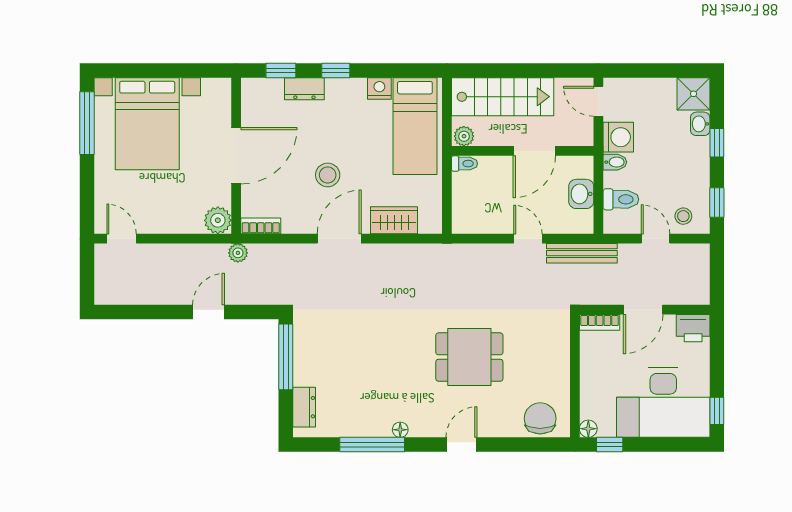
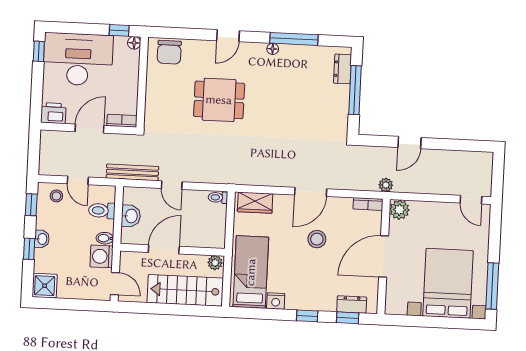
dresser: (304, 89) -> (352, 305), moved
washbasin: (700, 124) -> (42, 239), moved
toilet: (464, 164) -> (218, 197), moved
wardrobe: (394, 220) -> (255, 203), moved
window: (286, 357) -> (355, 90), moved

